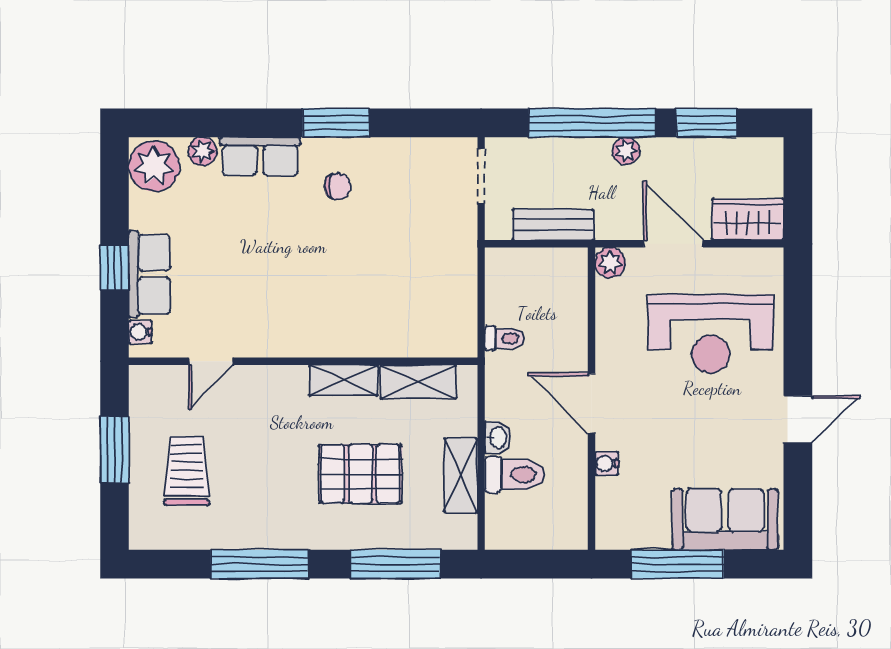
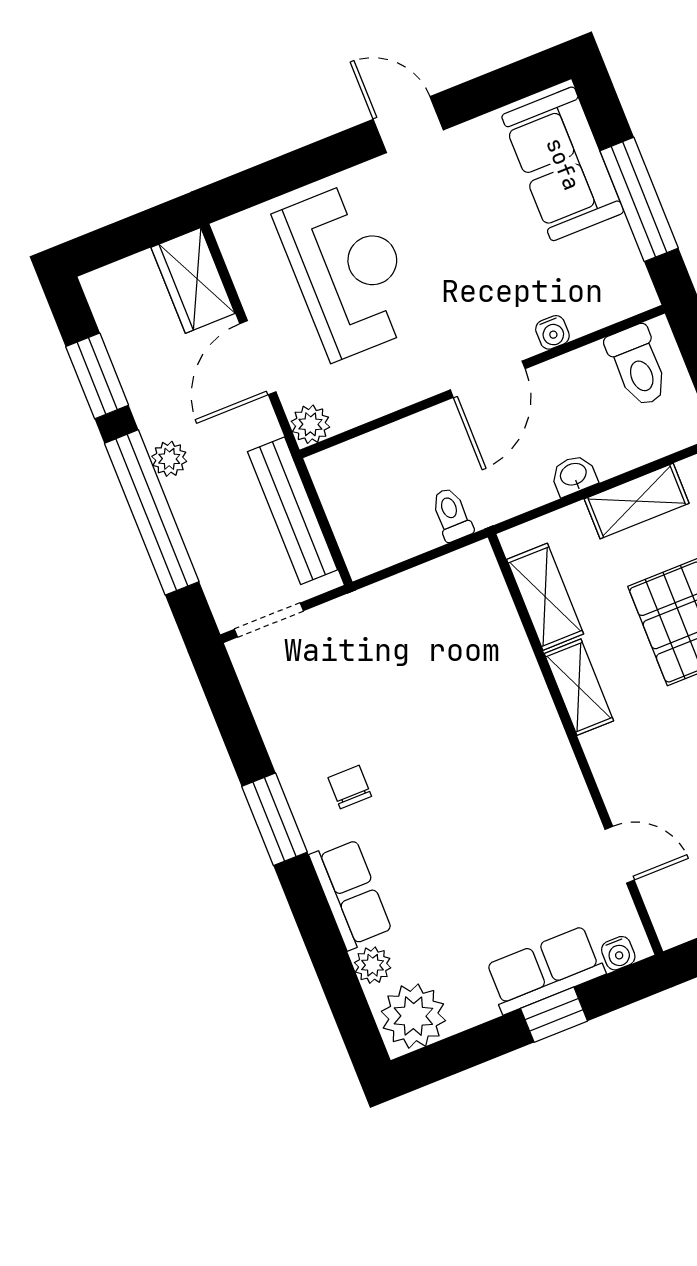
bench: (553, 225) -> (293, 511), width x1.36
toilet: (515, 475) -> (638, 366), moved, turned 180

